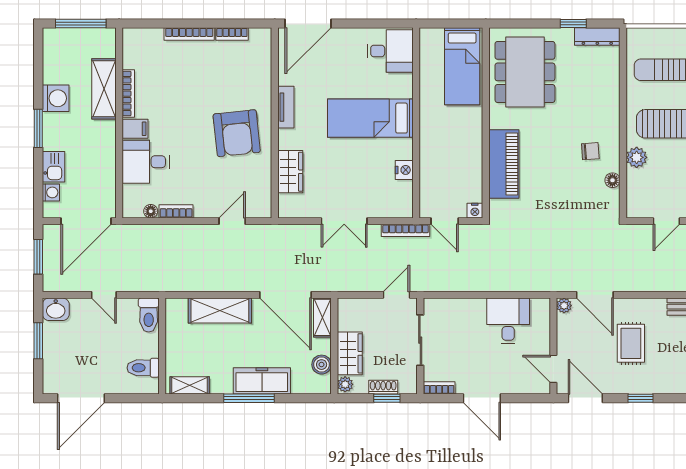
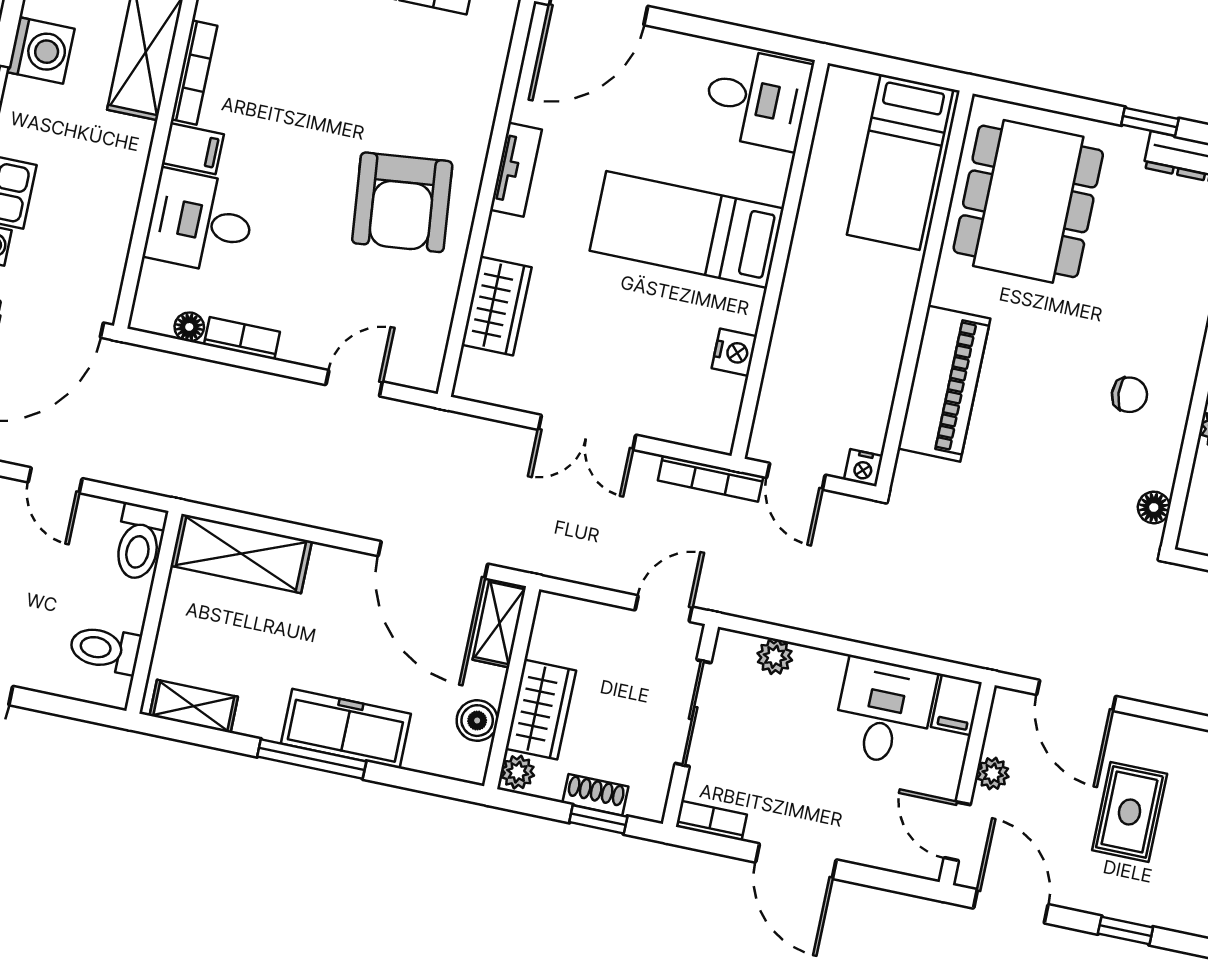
floor lamp: (612, 180) -> (1154, 507), moved
plant: (452, 306) -> (775, 657), added
plant: (564, 306) -> (993, 774), moved
shelving: (220, 310) -> (241, 553), moved
filing cabinet: (541, 311) -> (956, 705), added

